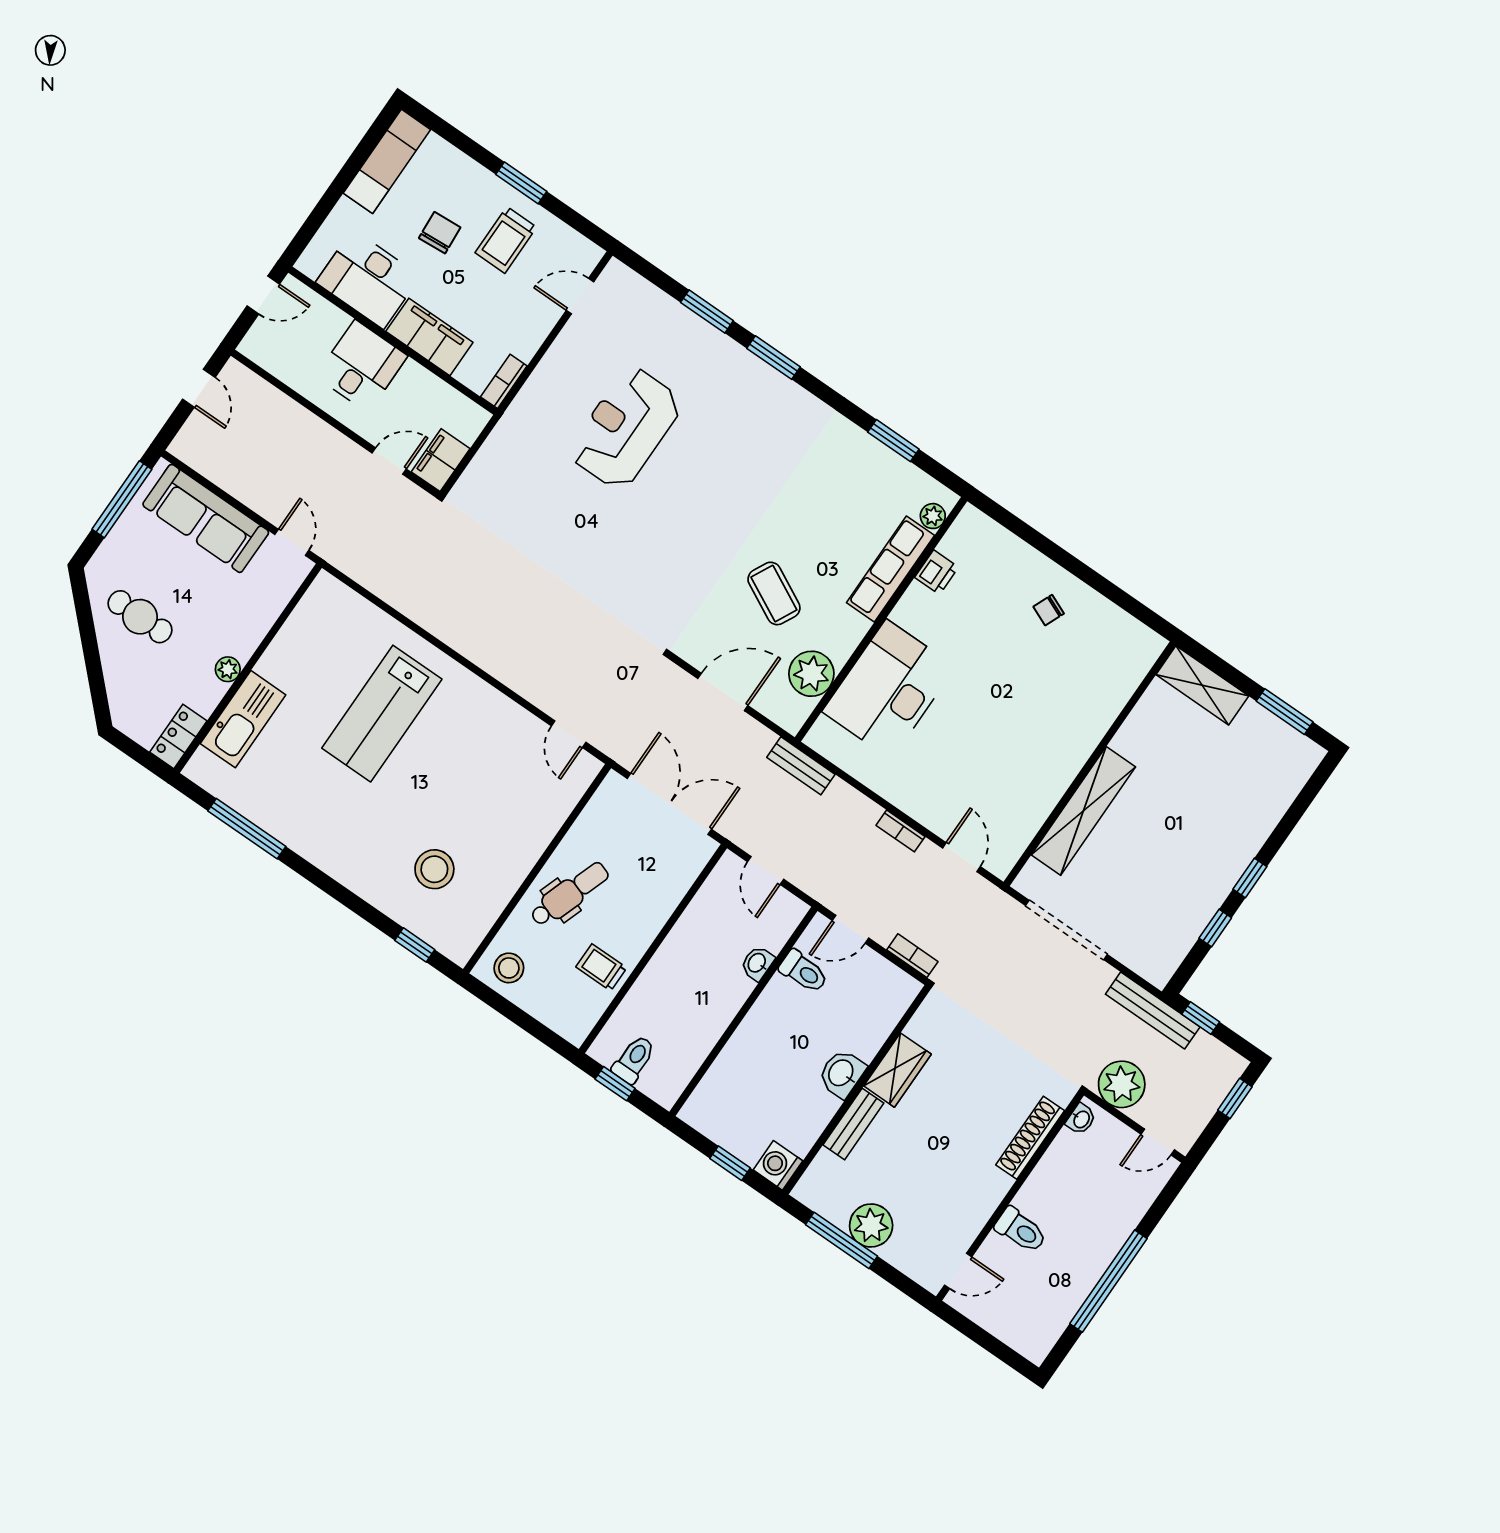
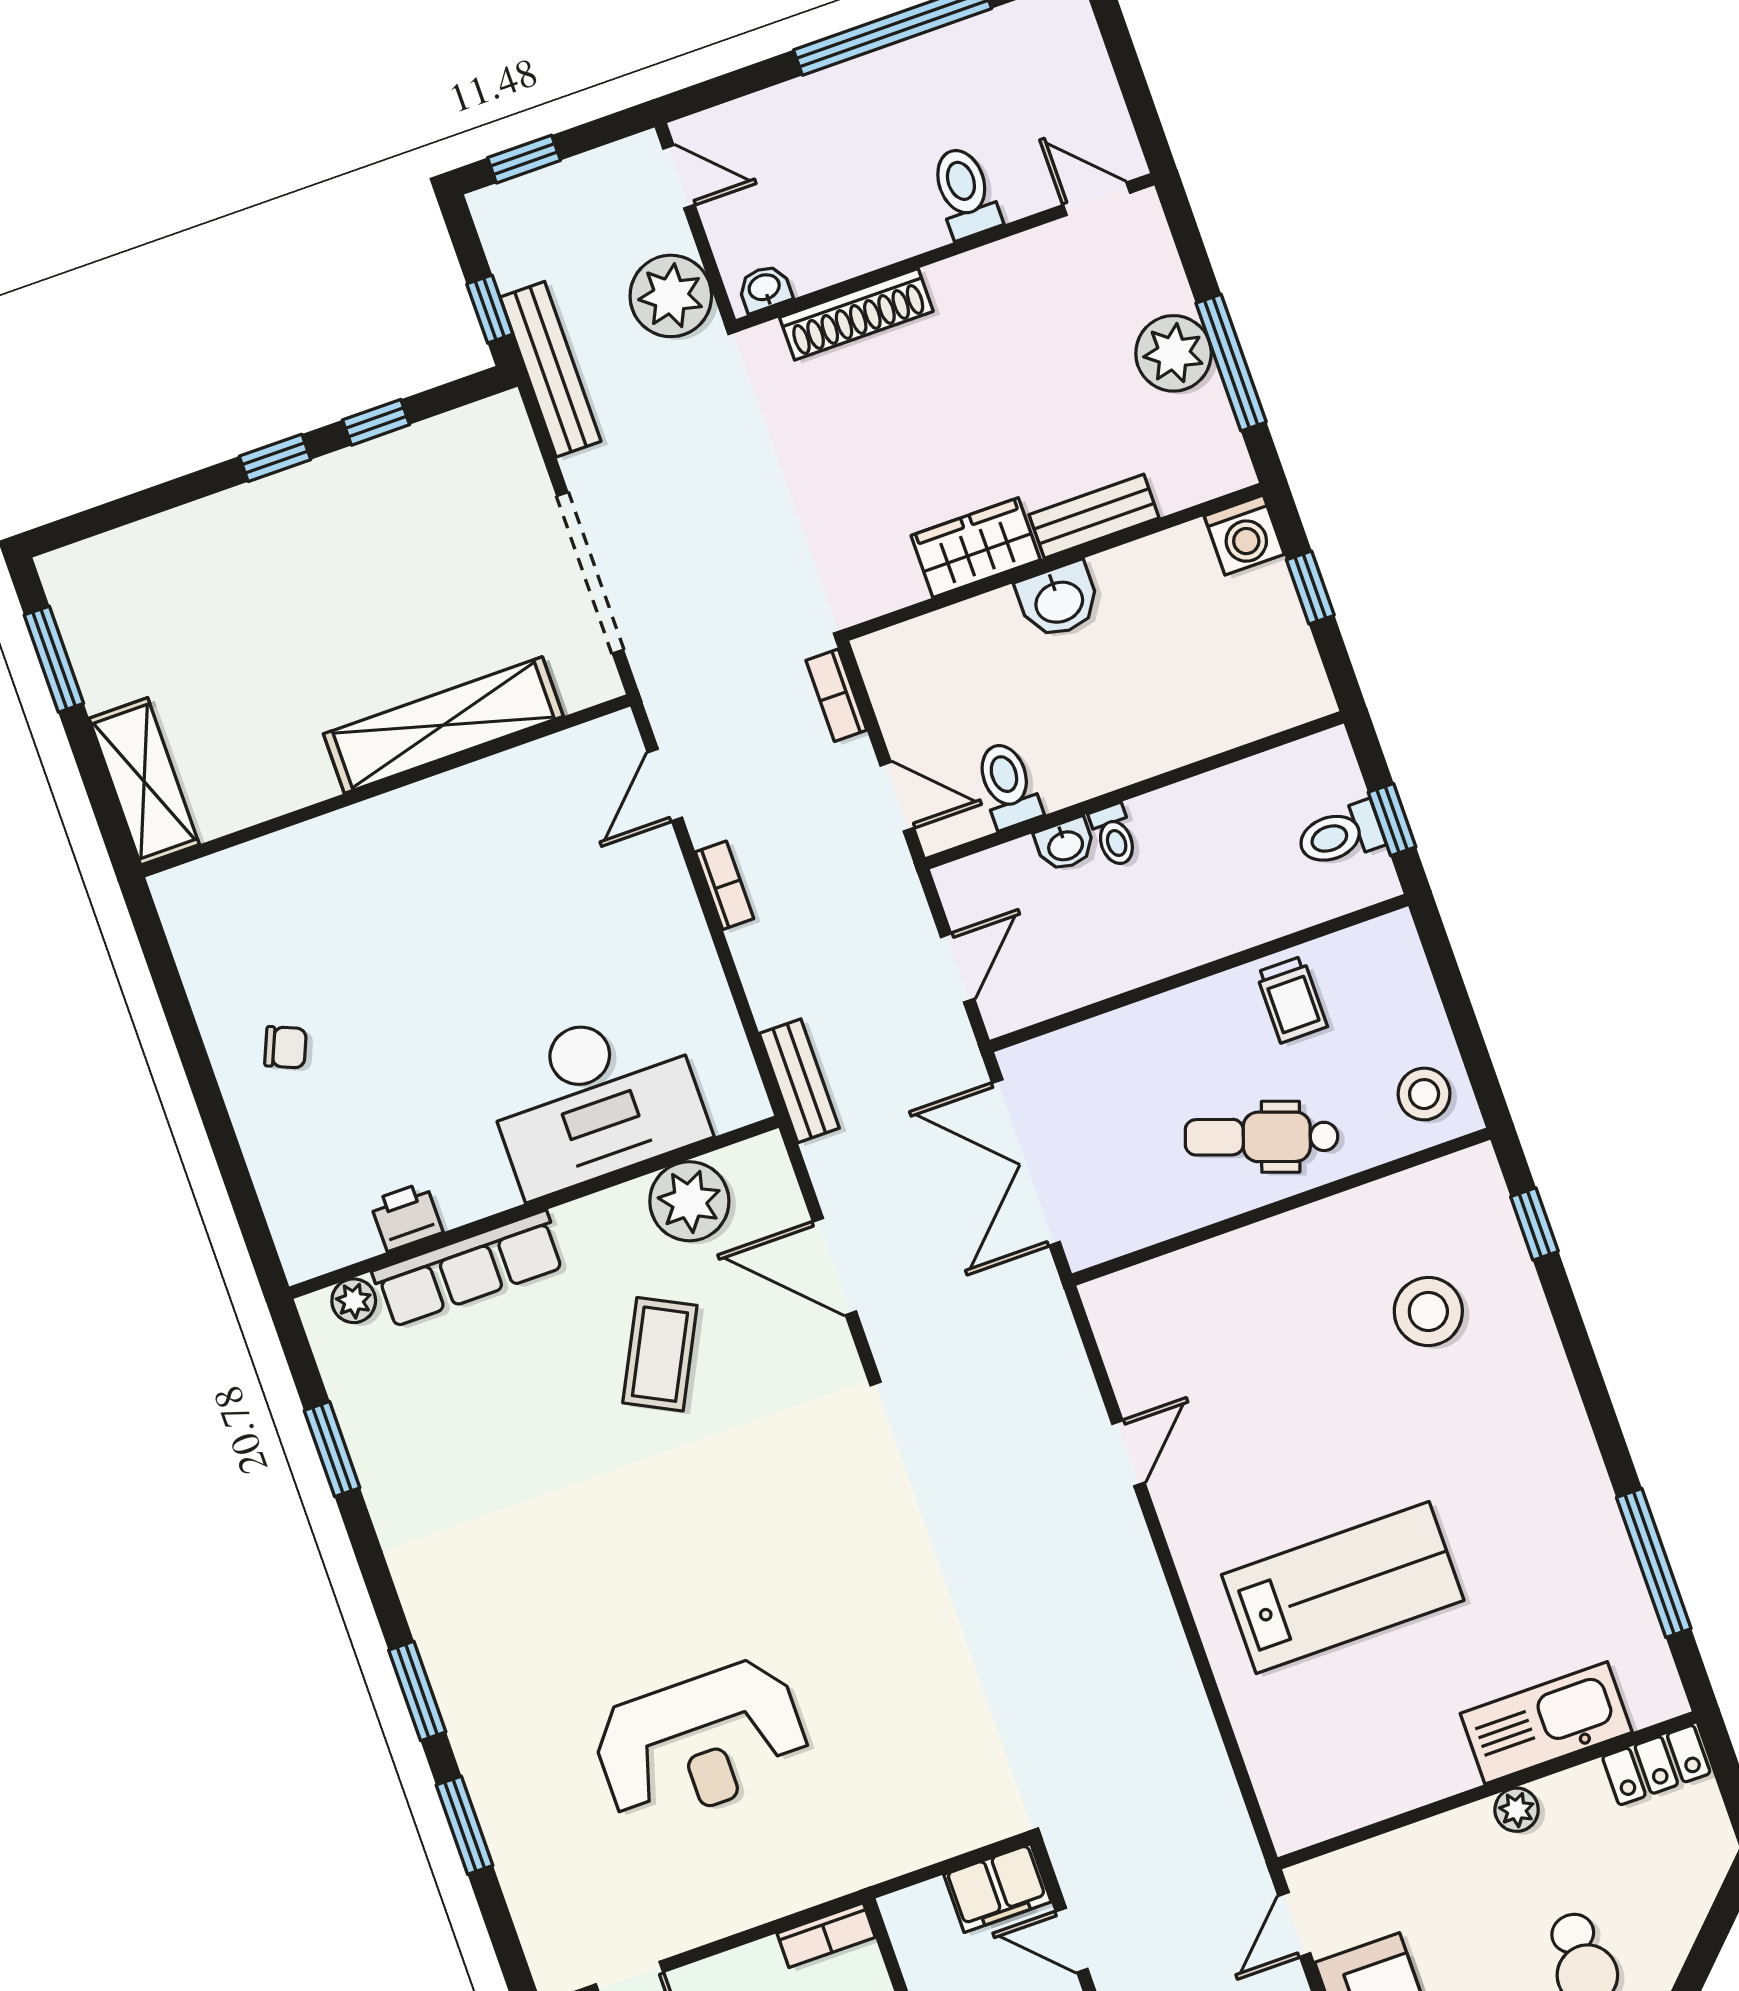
door: (569, 734) -> (1128, 1453), moved
toilet: (738, 984) -> (1114, 835), added

